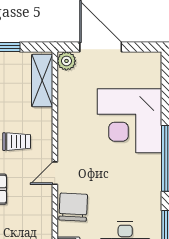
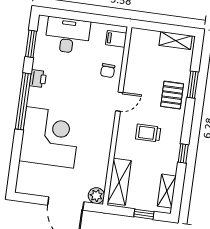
printer: (153, 187) -> (38, 79), added
chair: (73, 207) -> (108, 71), width x0.54, depth x0.54

